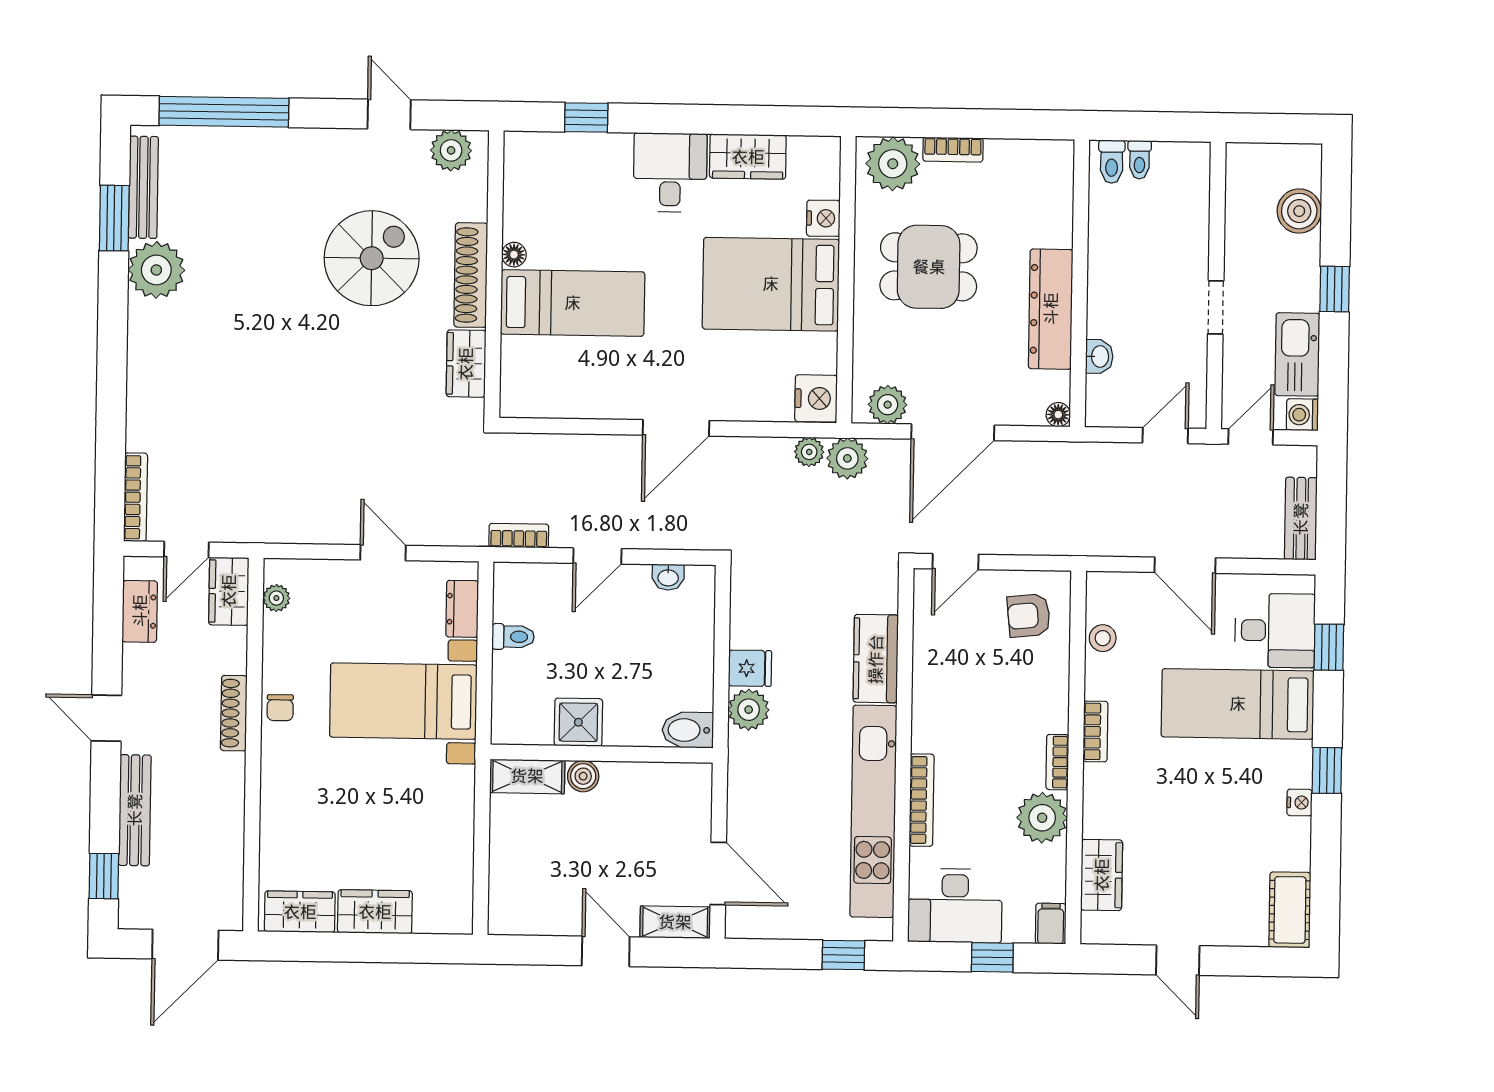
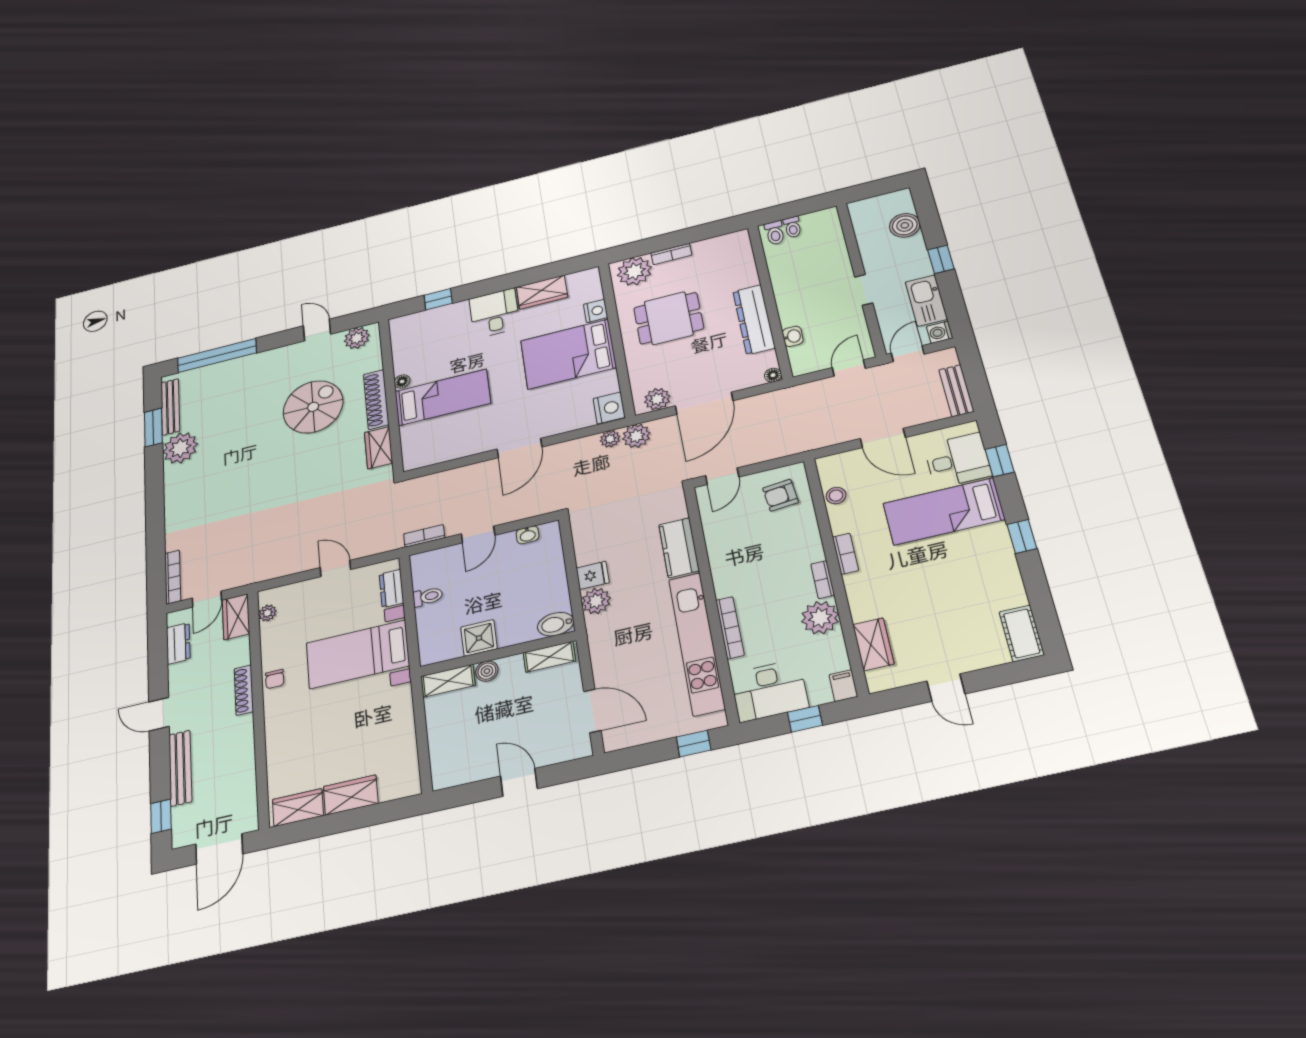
nightstand: (1300, 802) -> (1008, 562), removed
shelving: (675, 922) -> (549, 657), moved

